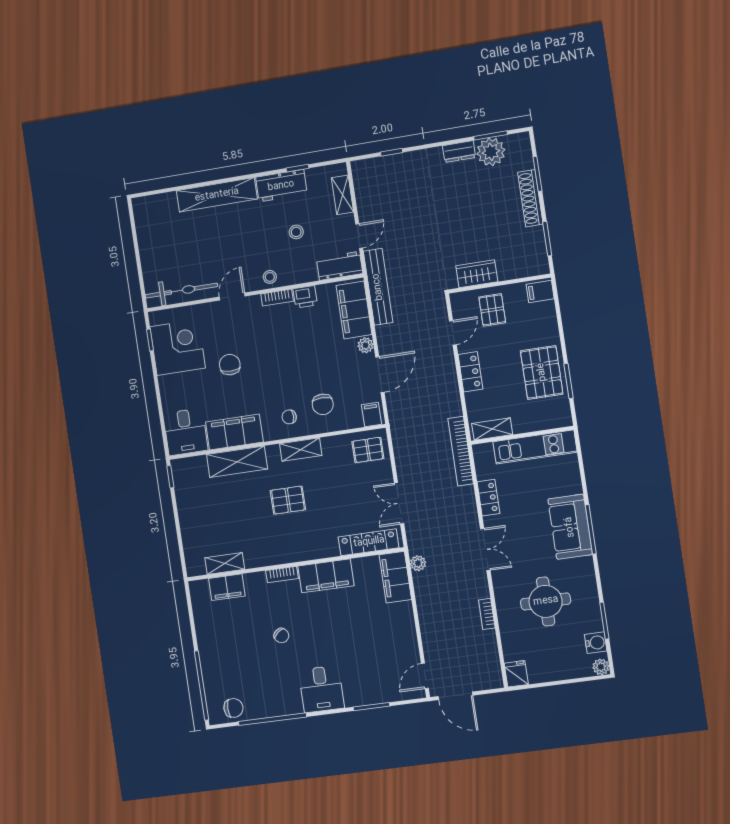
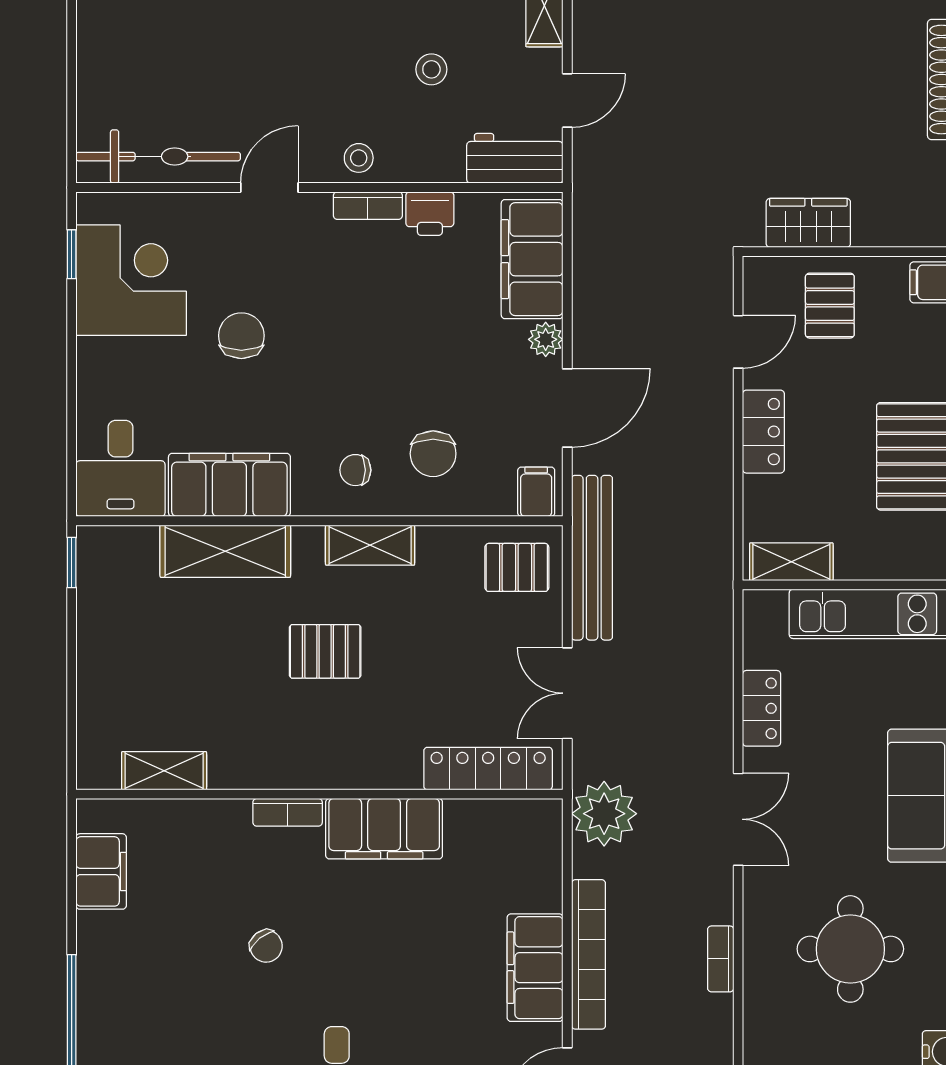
bench: (378, 287) -> (592, 558), moved
bookcase: (461, 451) -> (589, 954), moved, turned 180
plant: (418, 563) -> (604, 814), width x1.87, depth x1.87
filing cabinet: (395, 577) -> (535, 968), moved
filing cabinet: (227, 587) -> (101, 871), moved, turned -90

